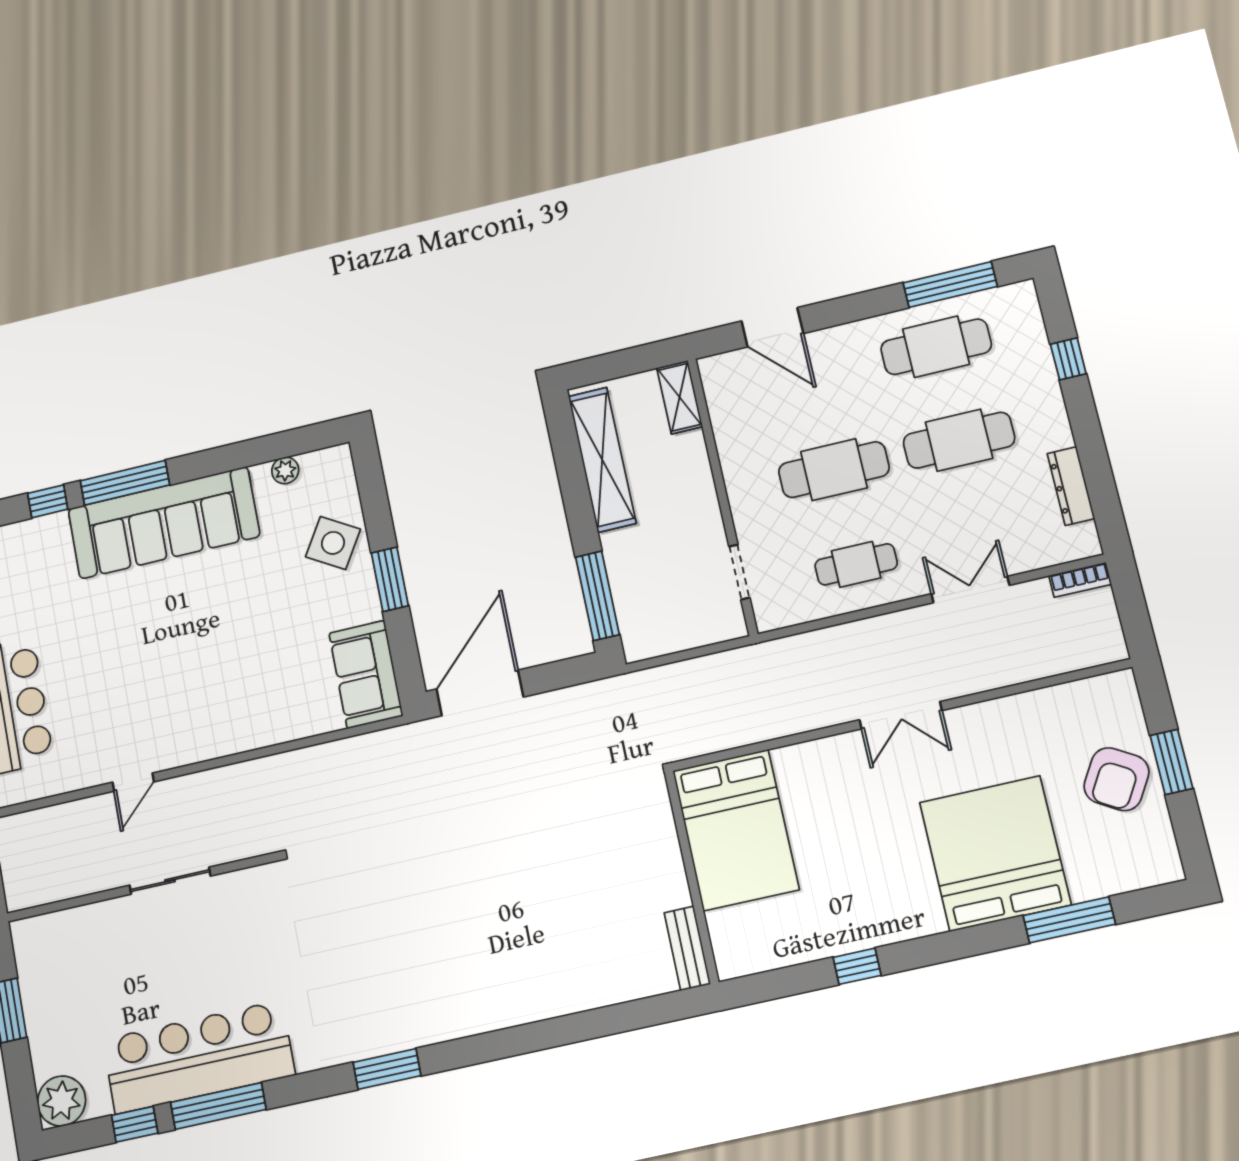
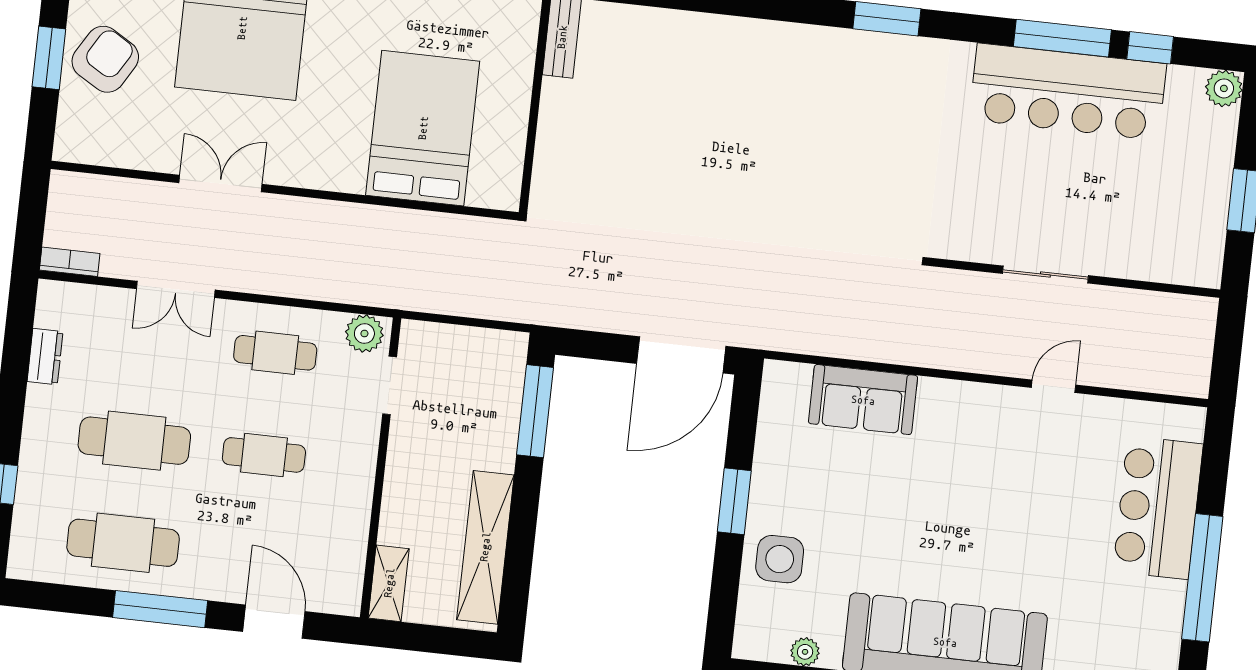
window: (950, 285) -> (160, 609), moved
cafe table: (834, 470) -> (264, 455), width x0.73, depth x0.74
dresser: (1071, 486) -> (45, 357), width x0.70
side table: (333, 543) -> (780, 559), turned -31
plant: (779, 611) -> (364, 334), added
sofa: (366, 674) -> (863, 400), moved, turned 90
double door: (901, 715) -> (221, 183), moved
bed: (736, 830) -> (423, 128), moved
plant: (61, 1101) -> (1224, 88), width x0.73, depth x0.73

